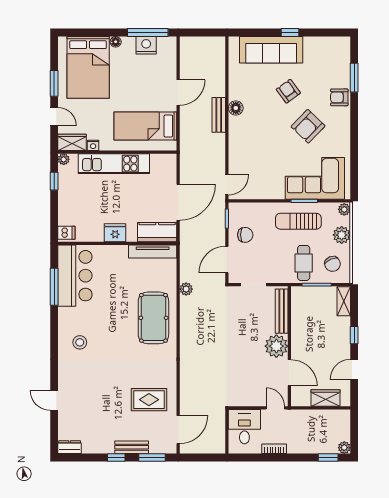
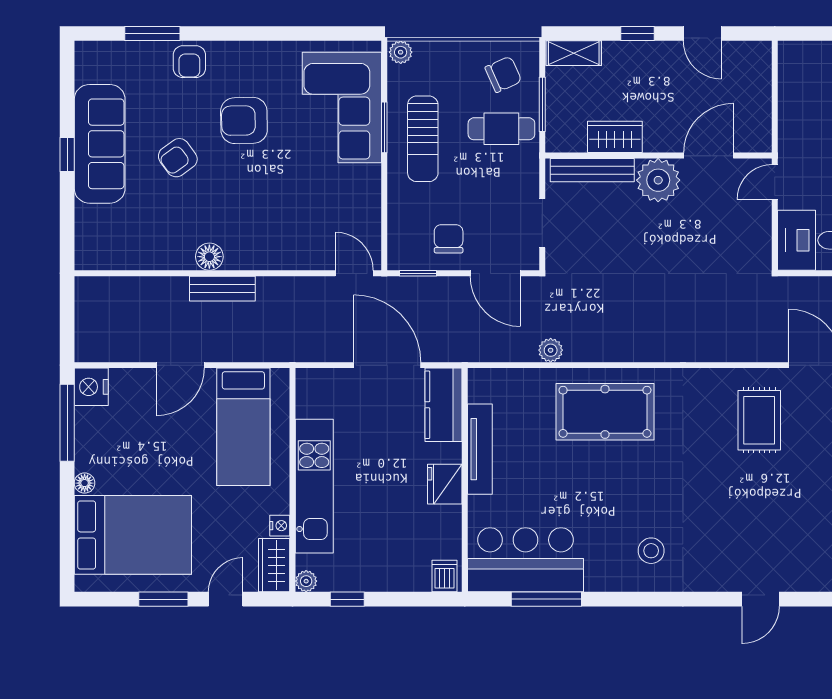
nightstand: (146, 45) -> (91, 387), moved
sofa: (271, 50) -> (100, 144), moved
door: (178, 93) -> (180, 365), swing flipped
armchair: (308, 126) -> (244, 120), turned 135
plant: (342, 235) -> (449, 57), removed
tv unit: (153, 251) -> (480, 449), moved
wardrobe: (325, 398) -> (615, 137), moved, turned 90

